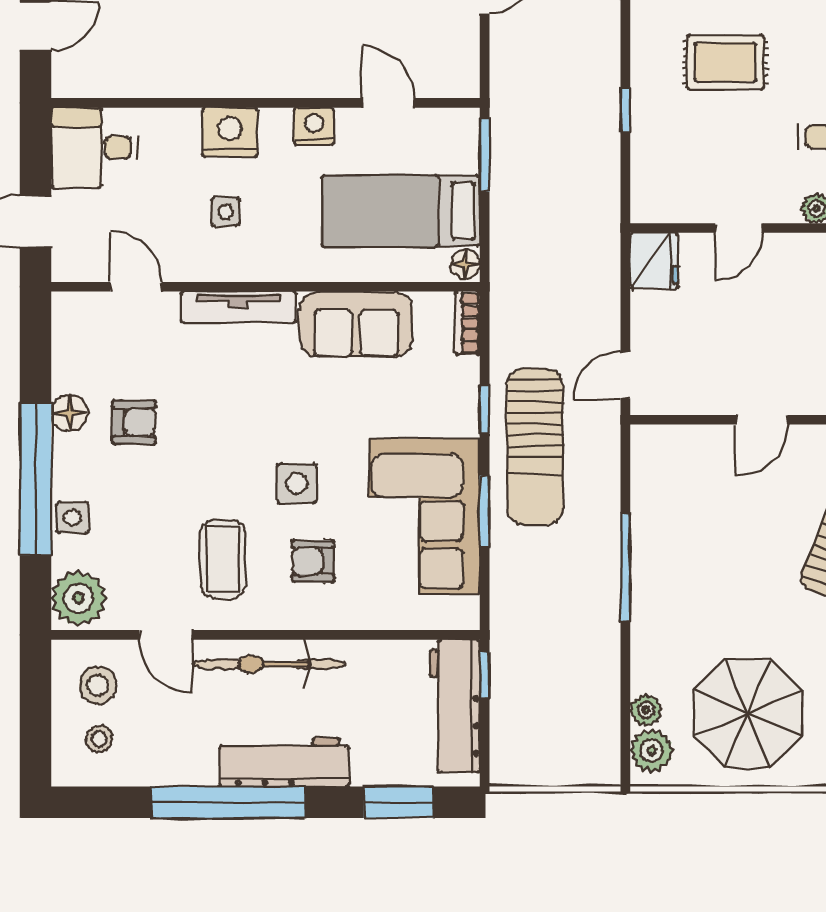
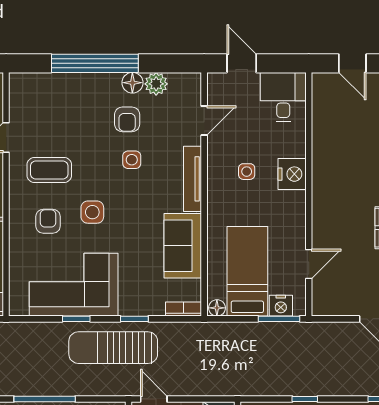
nightstand: (314, 126) -> (281, 306), moved, turned 90
window: (485, 512) -> (76, 319), width x0.67
side table: (72, 518) -> (132, 160), moved
plant: (79, 598) -> (156, 84), moved, width x0.73, depth x0.73

